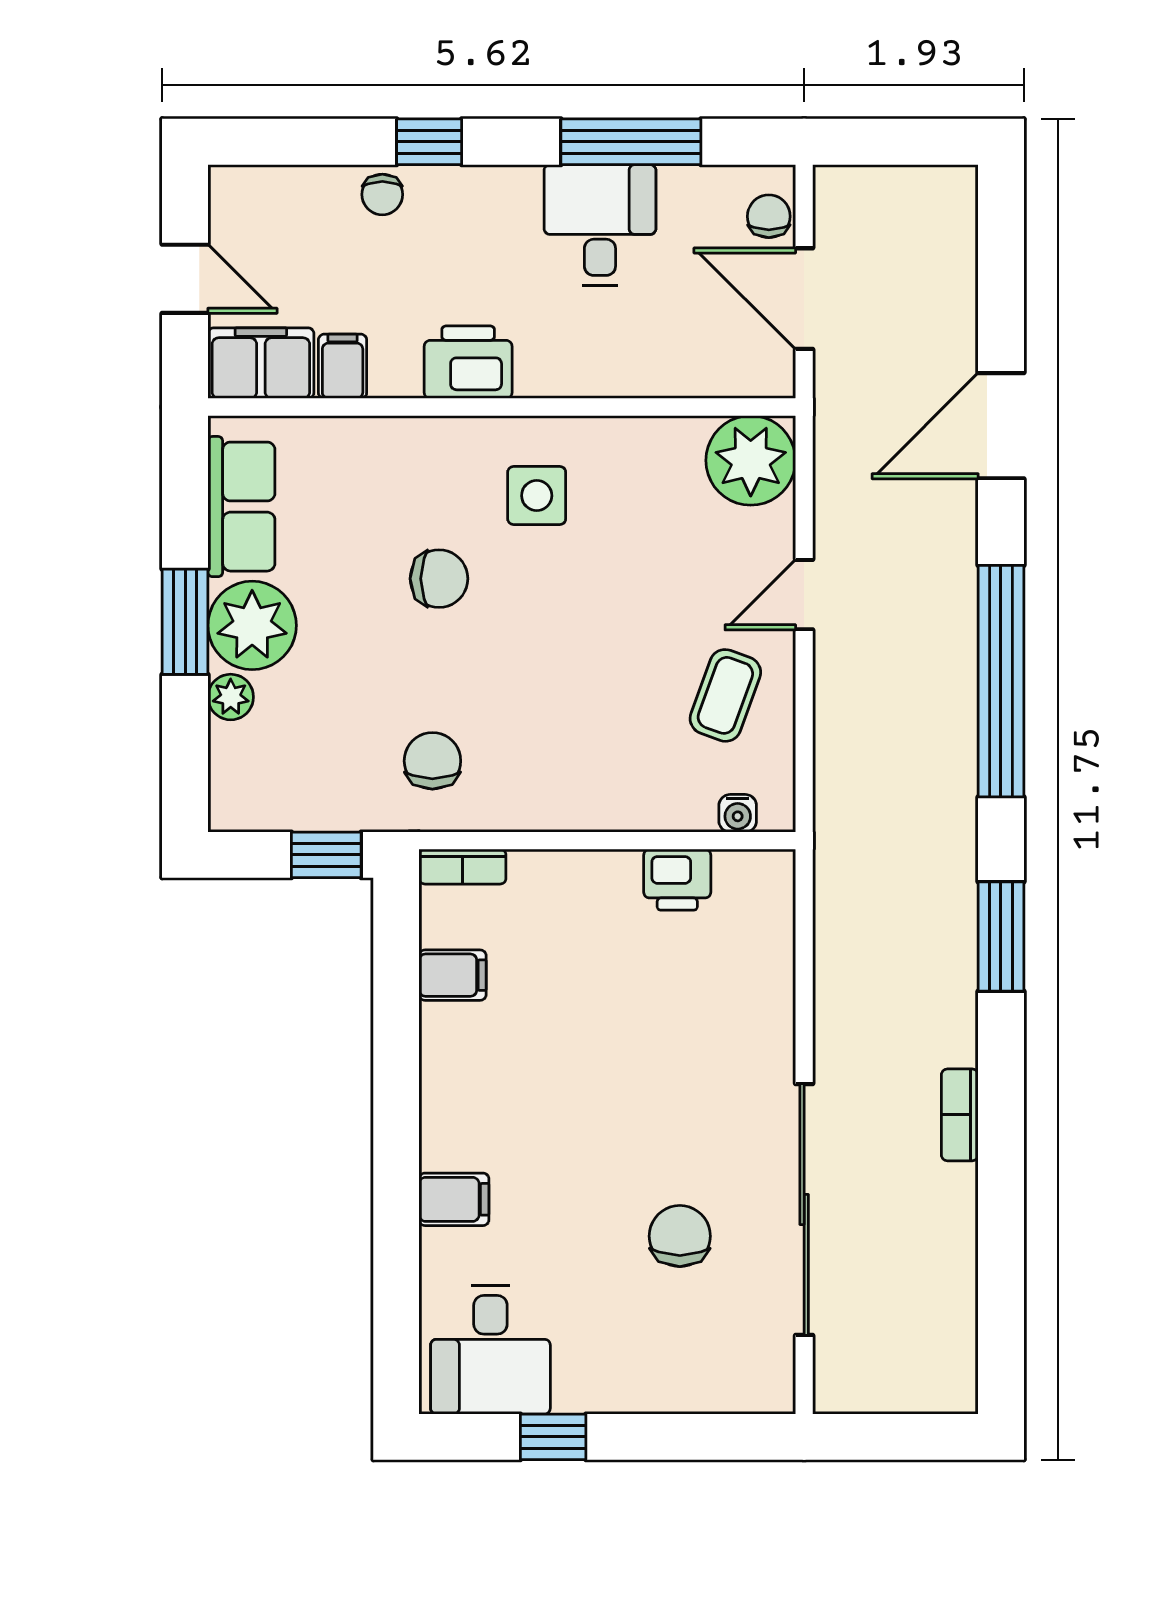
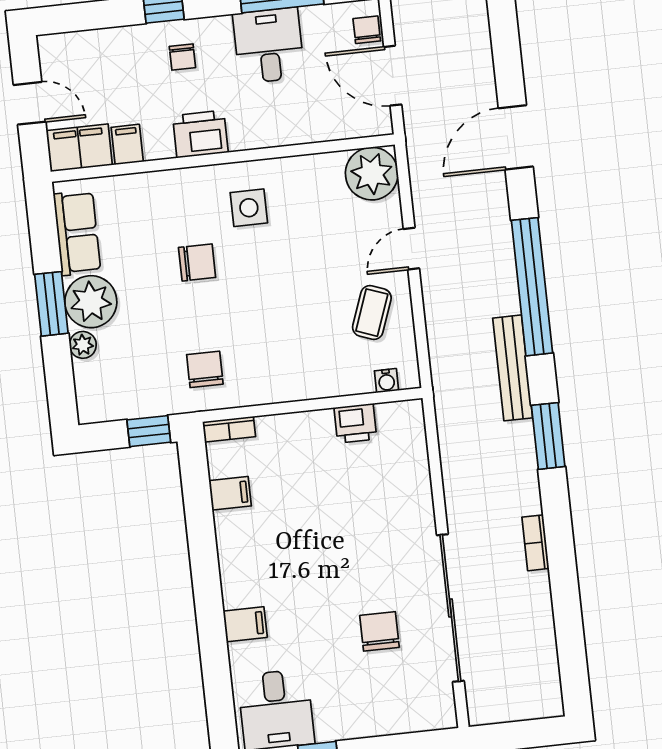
chair: (382, 194) -> (182, 57), moved
bench: (953, 815) -> (513, 368), added

